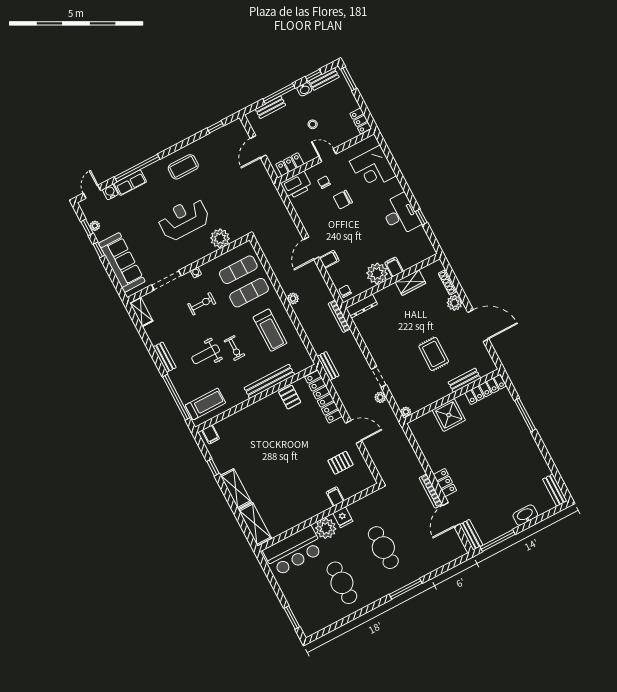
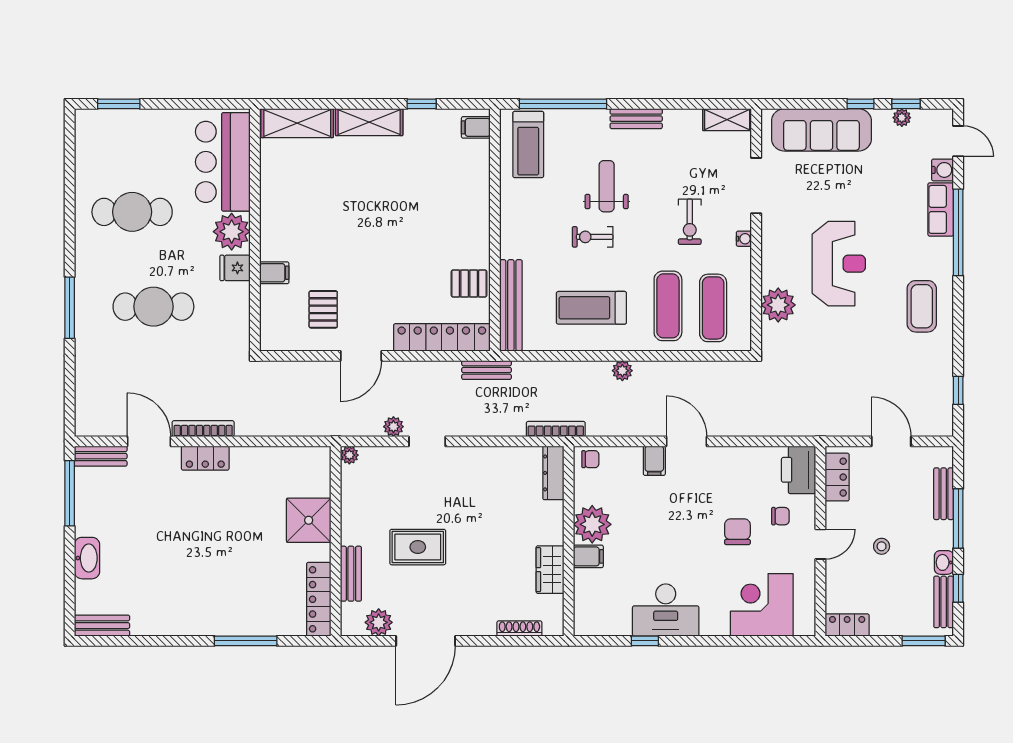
plant: (455, 303) -> (379, 622), moved
bench: (269, 381) -> (511, 305), moved

